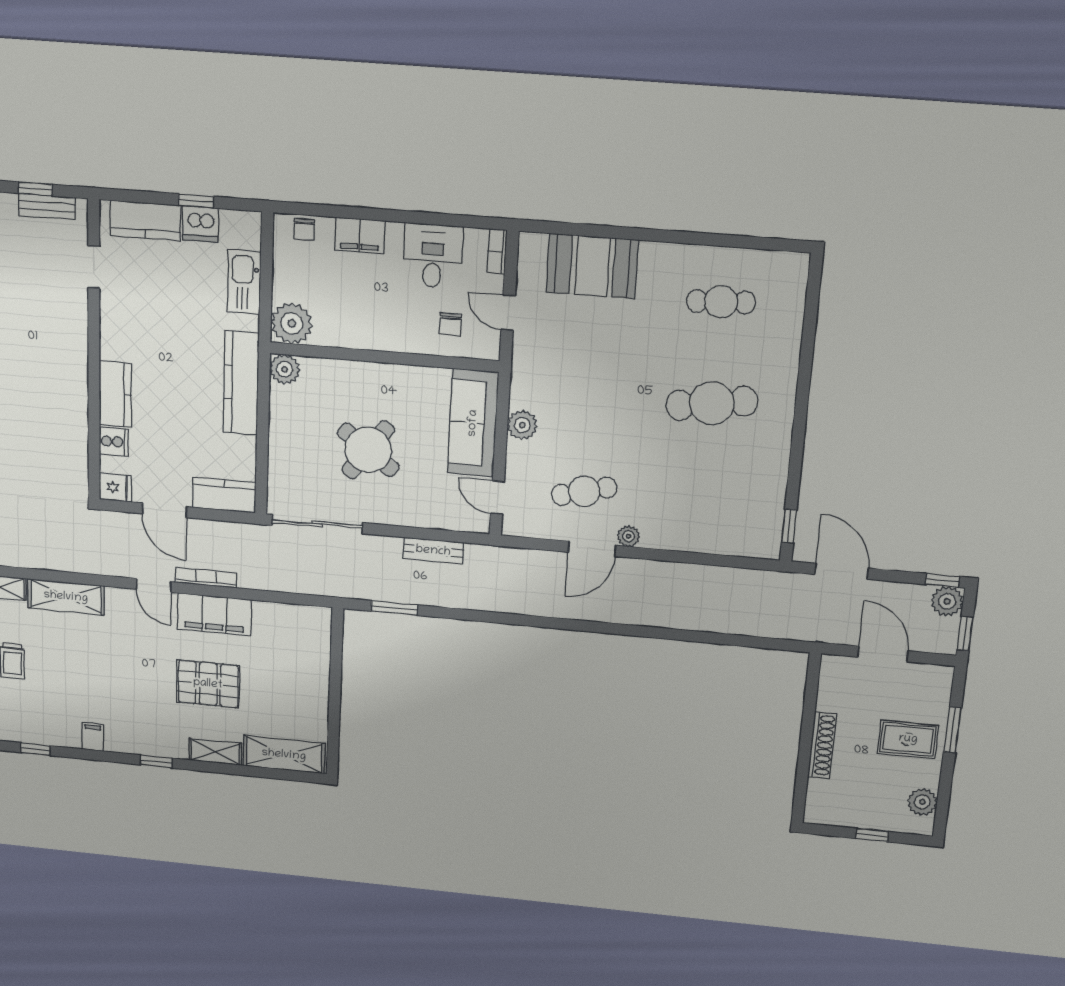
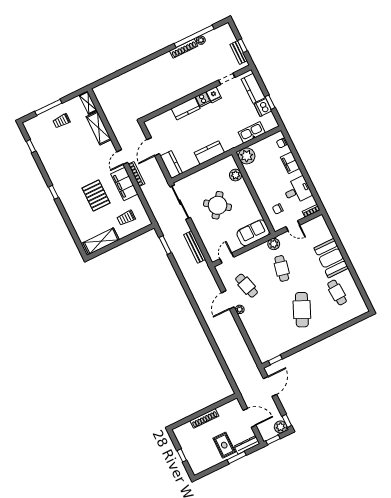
booth: (592, 266) -> (331, 258), moved
door: (508, 313) -> (293, 226), swing flipped
plant: (285, 369) -> (236, 175), moved
kitchen counter: (241, 383) -> (209, 153), width x0.67
cafe table: (591, 393) -> (282, 268), added
cafe table: (712, 403) -> (302, 310), turned 33
sofa: (473, 423) -> (253, 233), width x0.73
plant: (522, 425) -> (274, 244), moved
cooker: (114, 441) -> (203, 99), moved
fridge: (115, 488) -> (214, 95), moved
door: (592, 549) -> (228, 300), hinge flipped
bench: (433, 551) -> (195, 247), width x1.36
trolley: (290, 652) -> (126, 218), added
door: (883, 654) -> (249, 418), hinge flipped
dresser: (939, 694) -> (247, 445), added
filing cabinet: (93, 737) -> (49, 165), removed
shelving: (215, 752) -> (71, 212), removed
shelving: (284, 755) -> (101, 241), moved, turned 90
plant: (922, 802) -> (205, 464), removed

